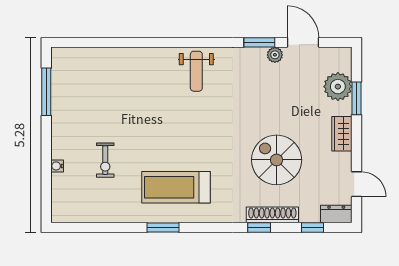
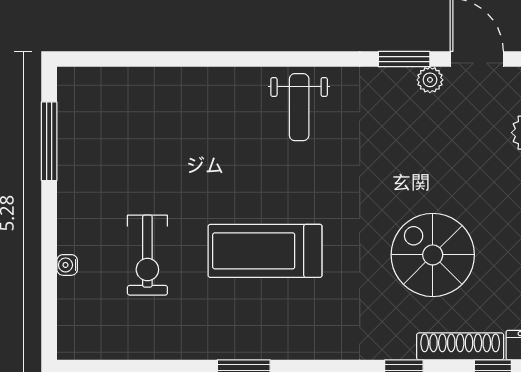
exercise bike: (105, 160) -> (147, 255), width x1.38, depth x1.39
treadmill: (176, 187) -> (265, 251), moved
shoe rack: (272, 215) -> (460, 346), moved

